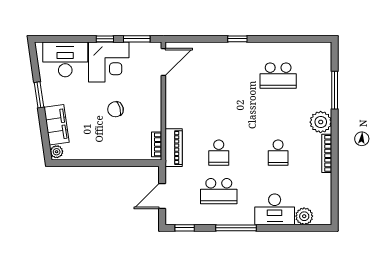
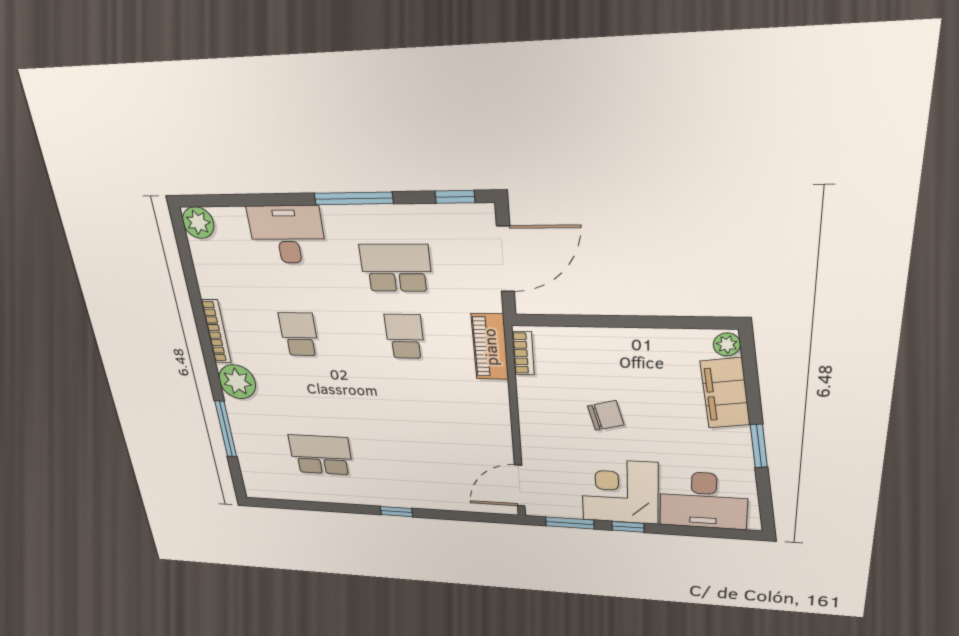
door: (162, 196) -> (506, 259), width x1.36
plant: (304, 216) -> (198, 223), moved

